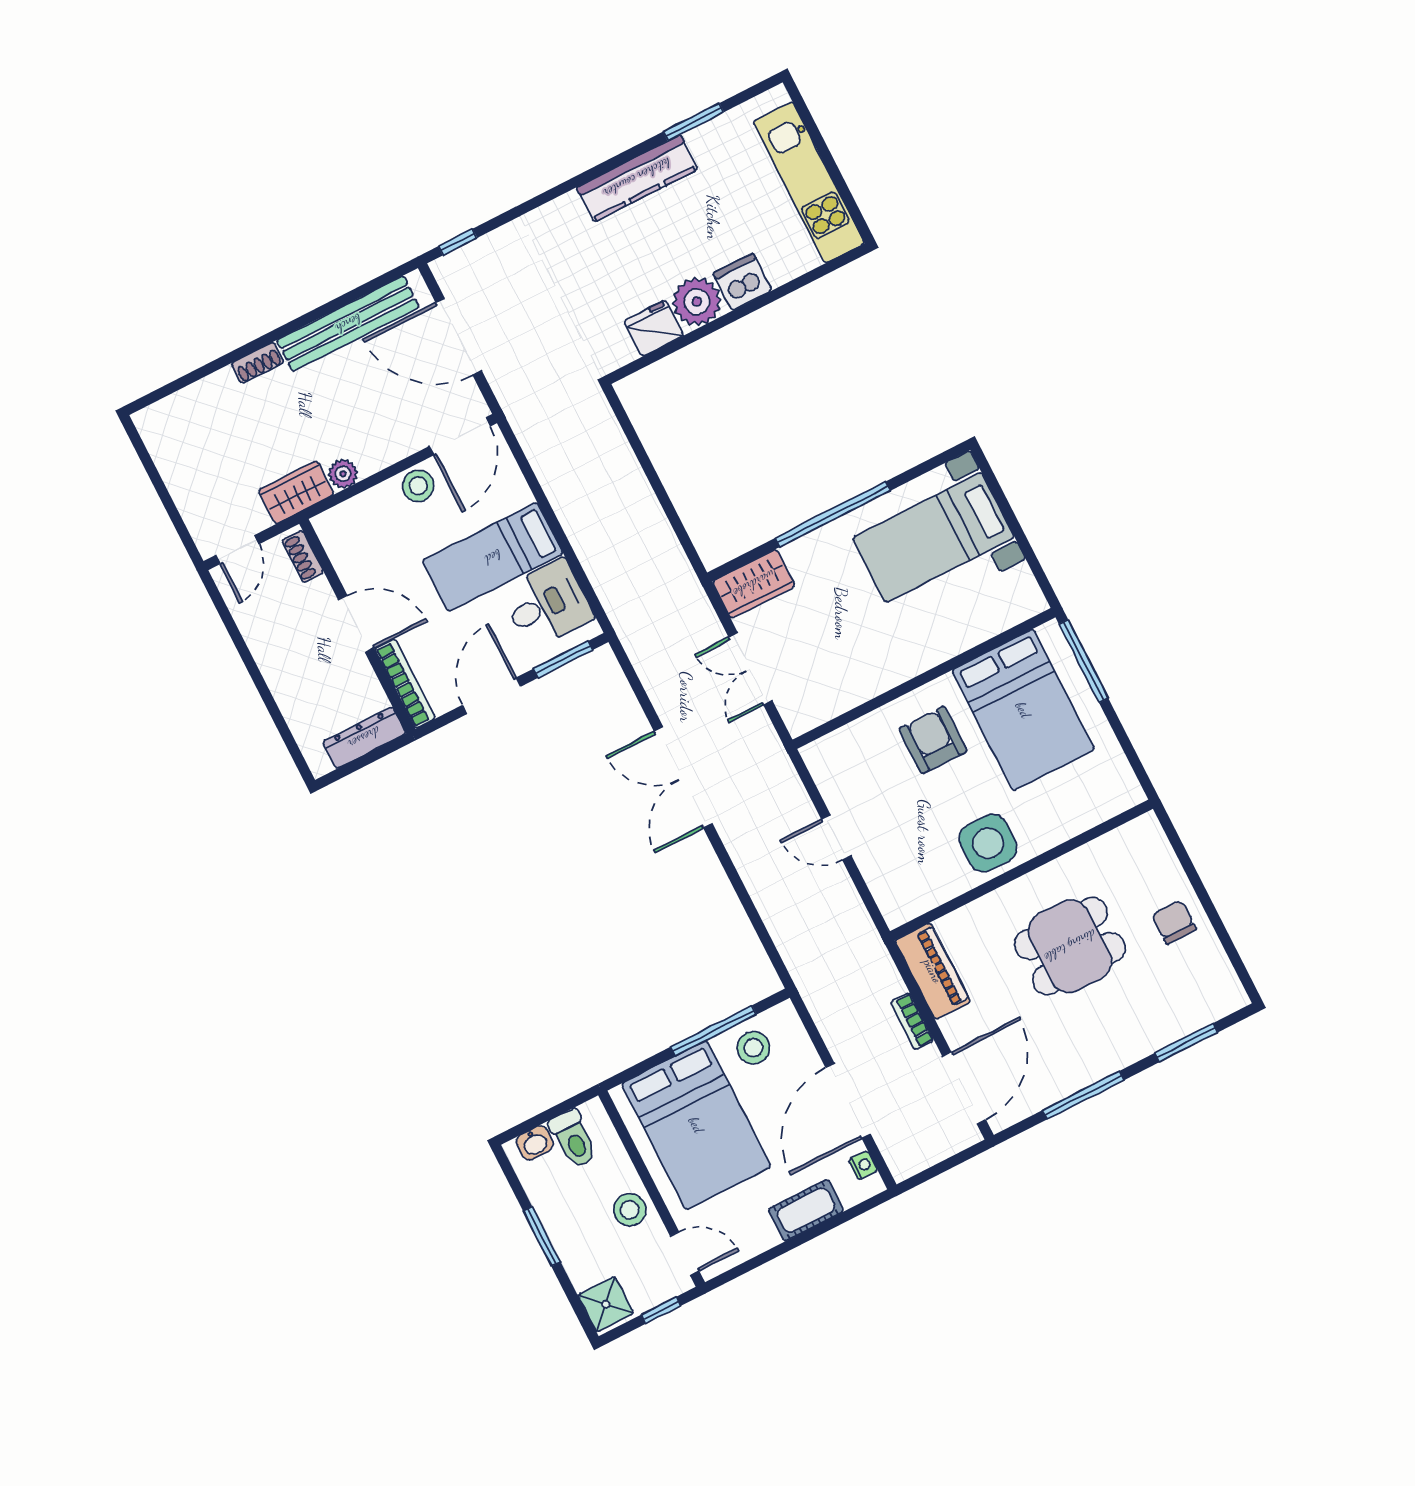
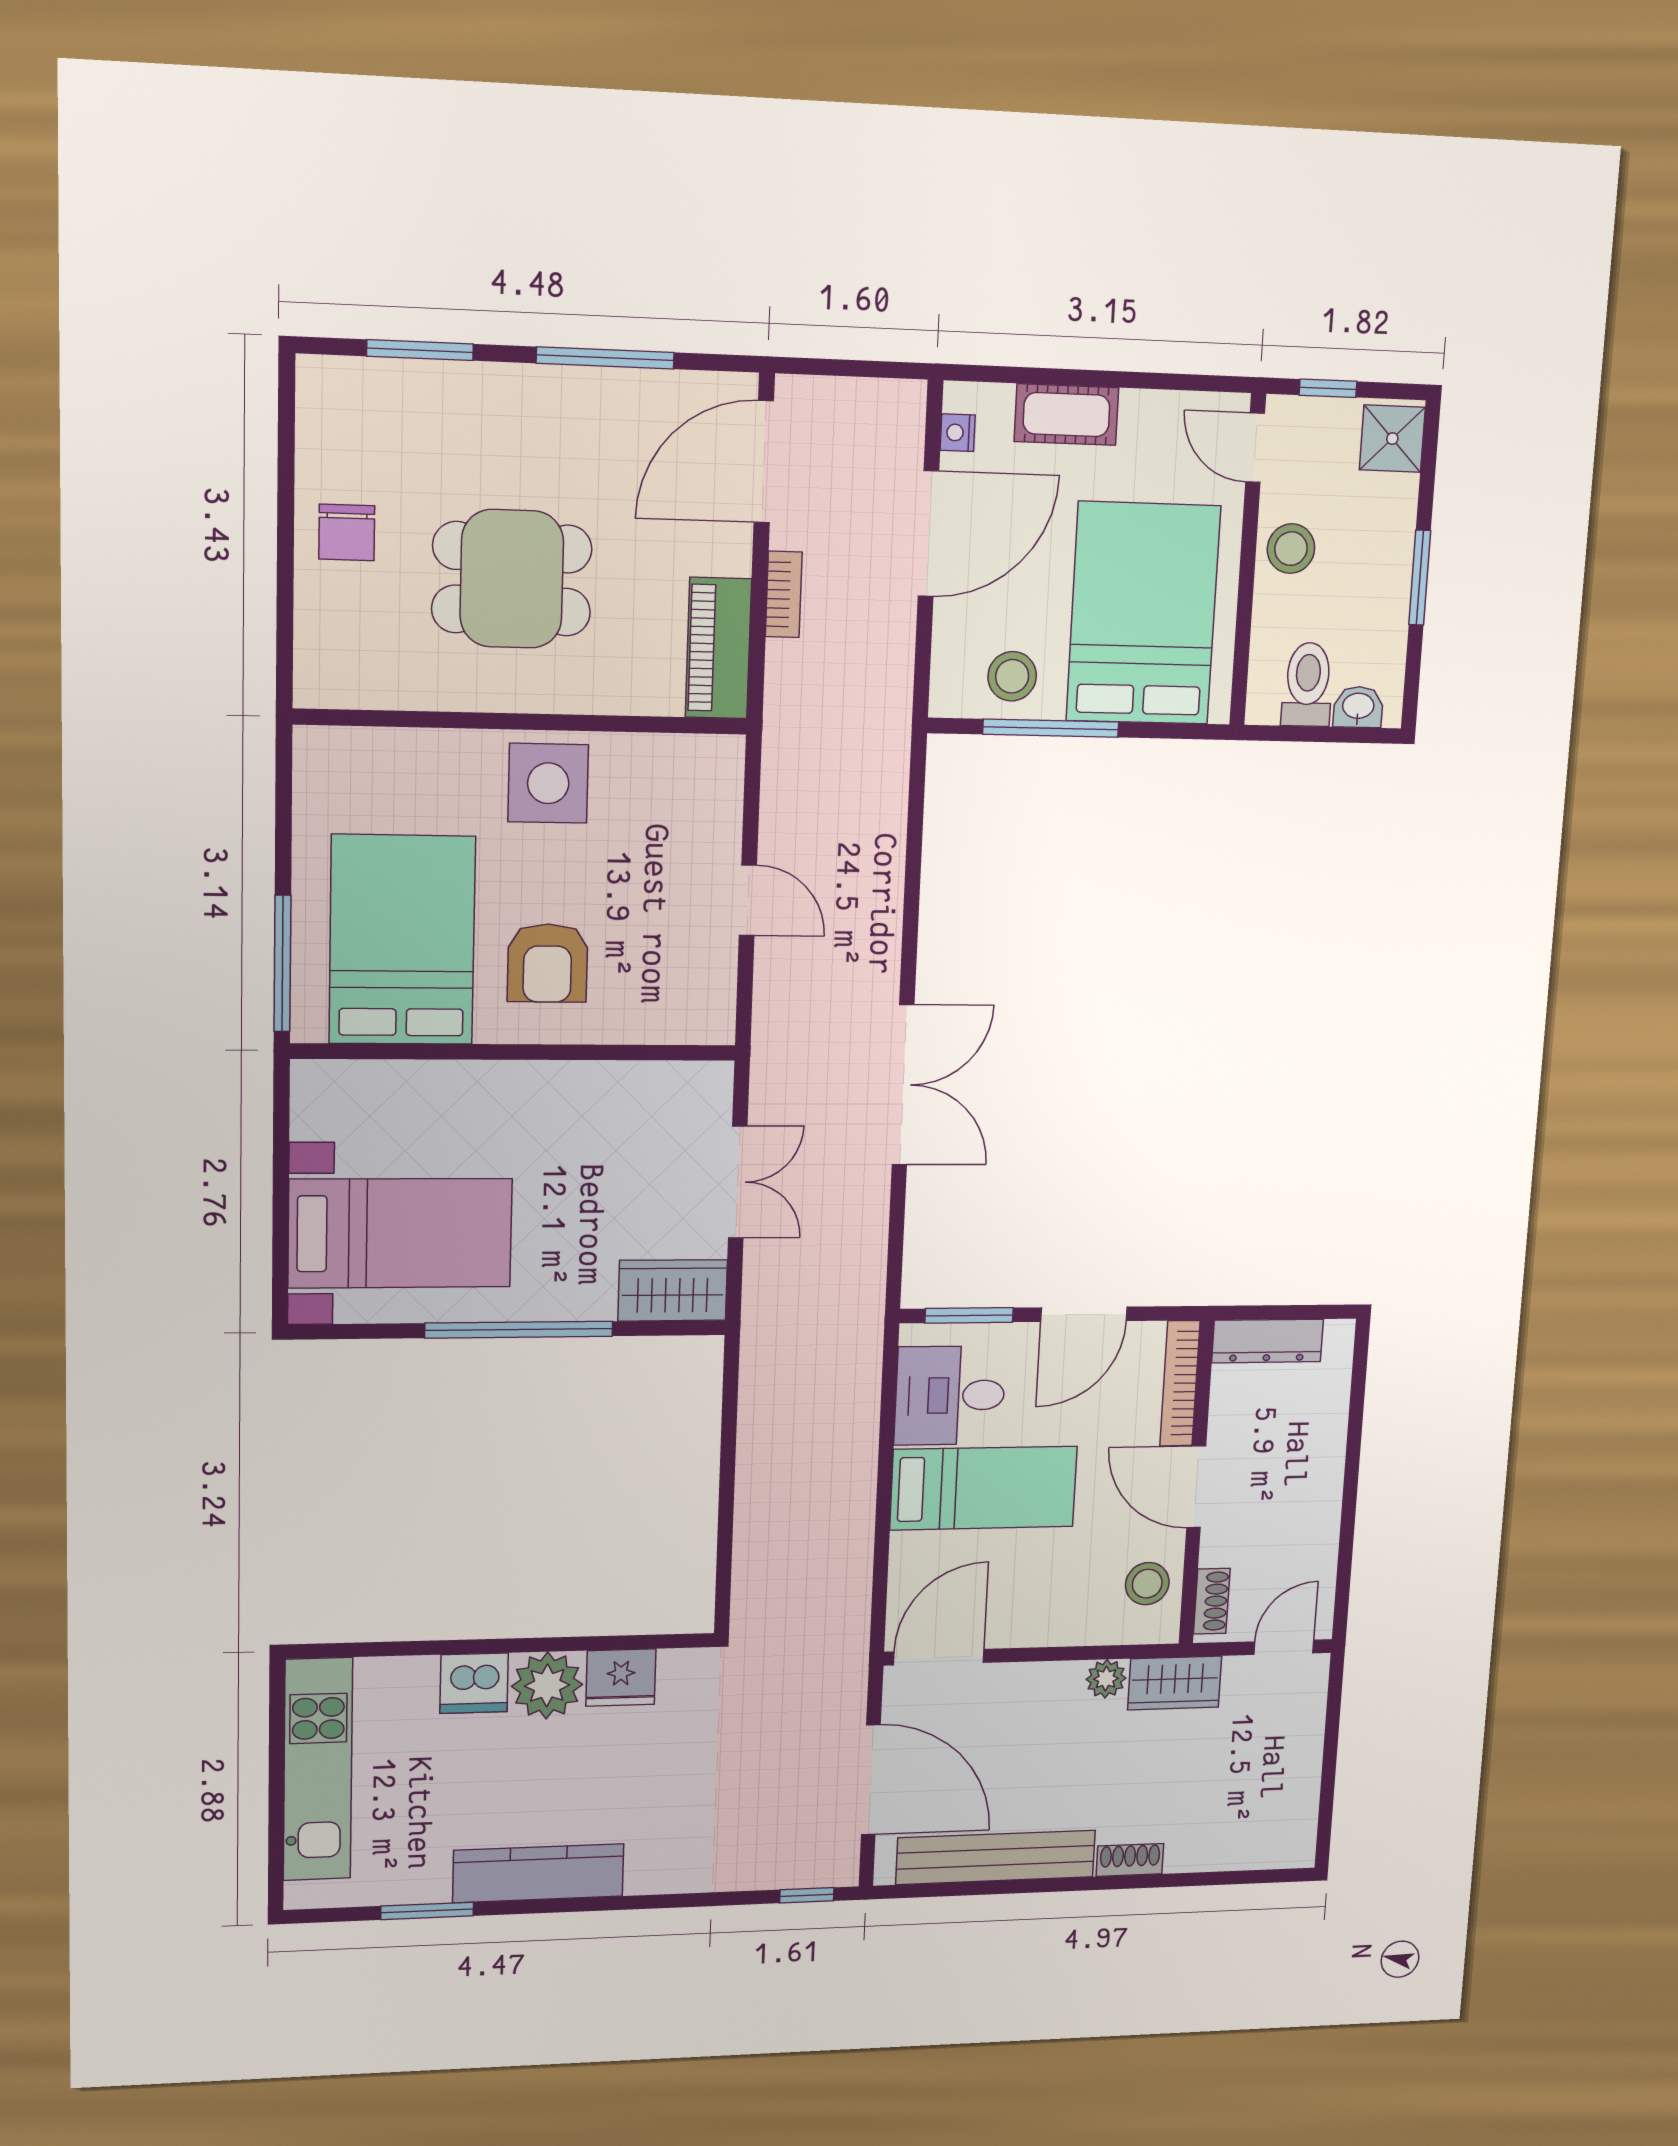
stool: (418, 486) -> (1147, 1584), moved

